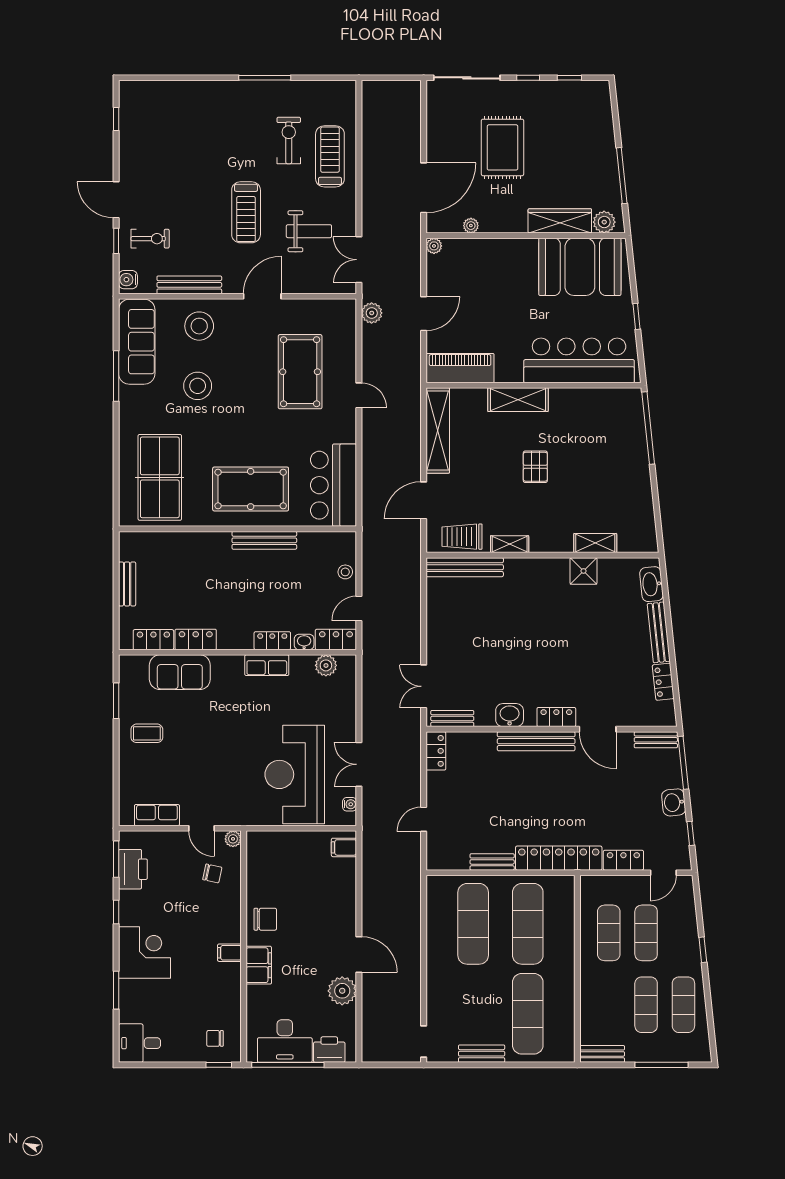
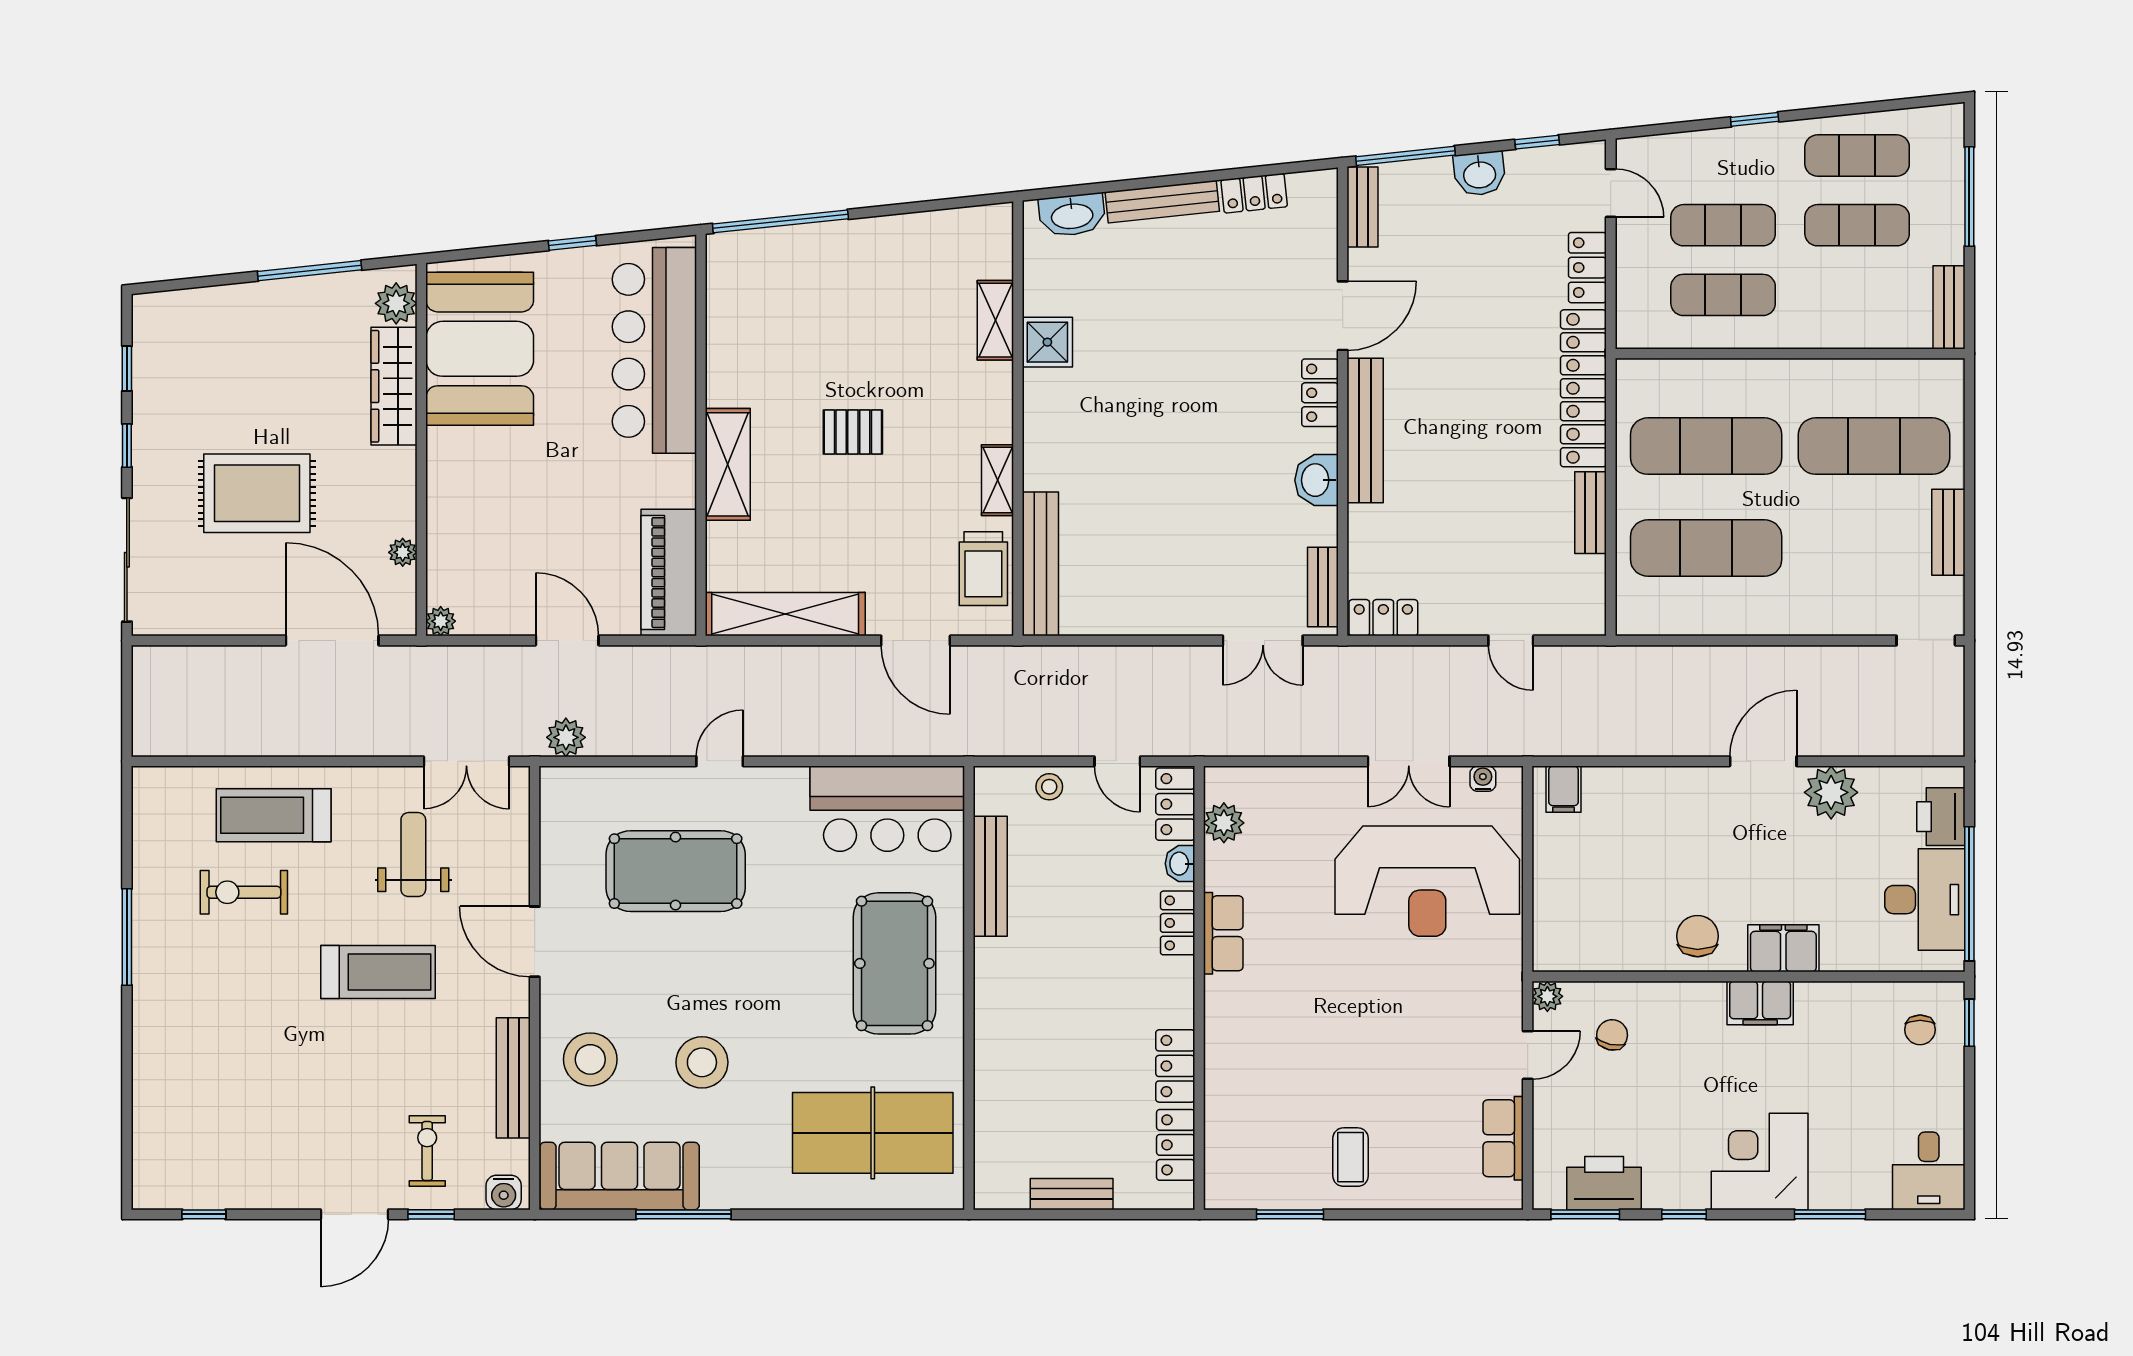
bench: (264, 540) -> (990, 876), moved
sofa: (180, 672) -> (1236, 1096), removed
filing cabinet: (229, 953) -> (1760, 1003), width x2.00

